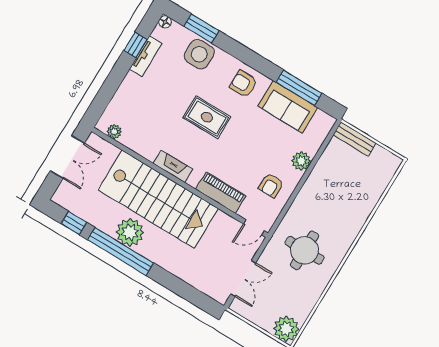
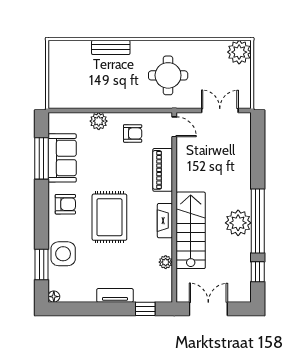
window: (135, 45) -> (145, 309), moved
tv unit: (146, 56) -> (115, 295), moved
armchair: (243, 84) -> (65, 204), turned -90
rug: (207, 117) -> (109, 217), width x1.36, depth x1.43
plant: (114, 132) -> (166, 262), moved
bench: (355, 139) -> (111, 47), moved, turned 90
stairs: (158, 199) -> (191, 230), width x0.73, depth x0.66

